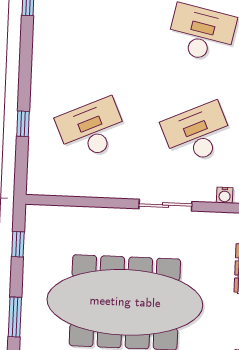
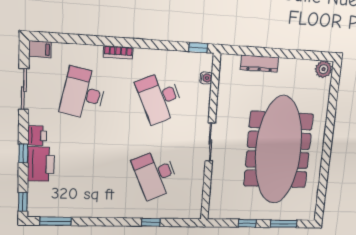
sliding door: (165, 205) -> (210, 142), moved
window: (18, 244) -> (247, 223), moved

